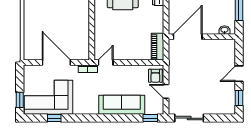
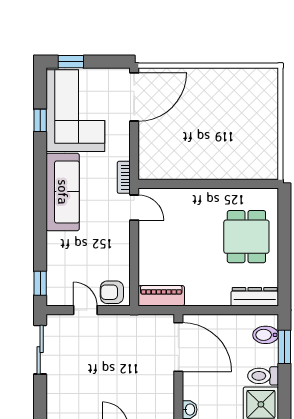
door: (56, 63) -> (134, 97), moved
door: (166, 91) -> (85, 310), hinge flipped
sofa: (122, 105) -> (63, 192), moved

